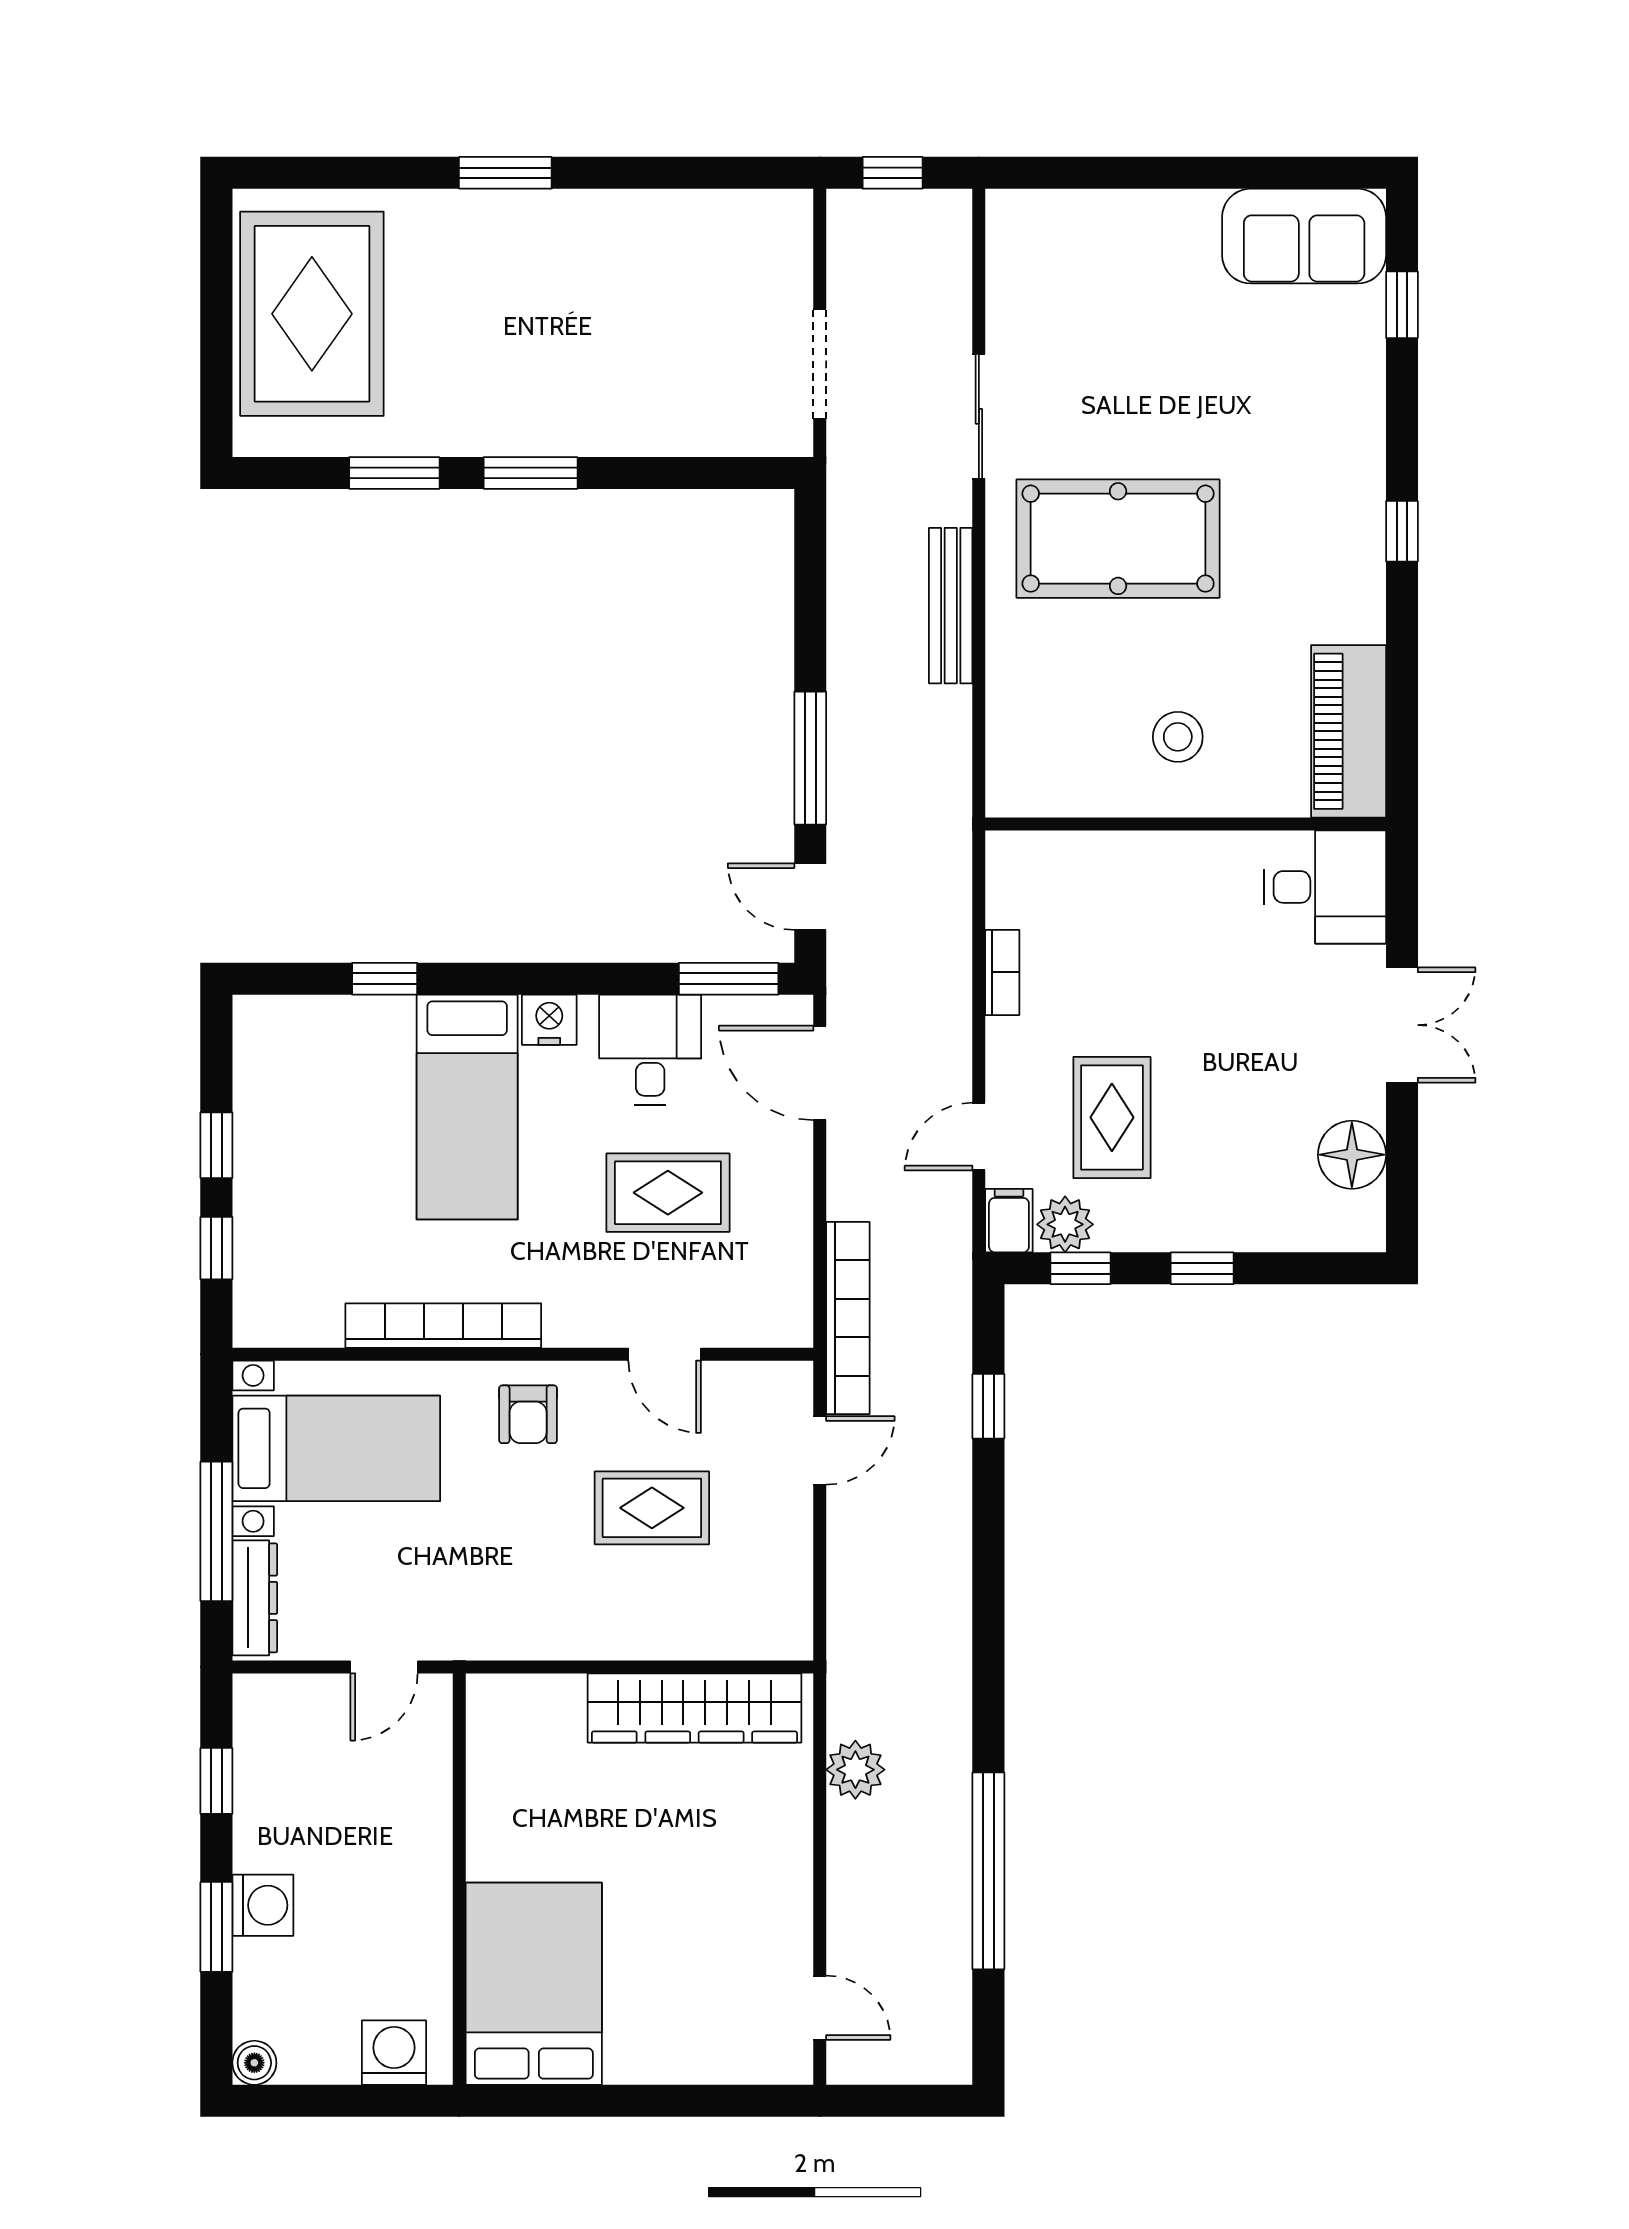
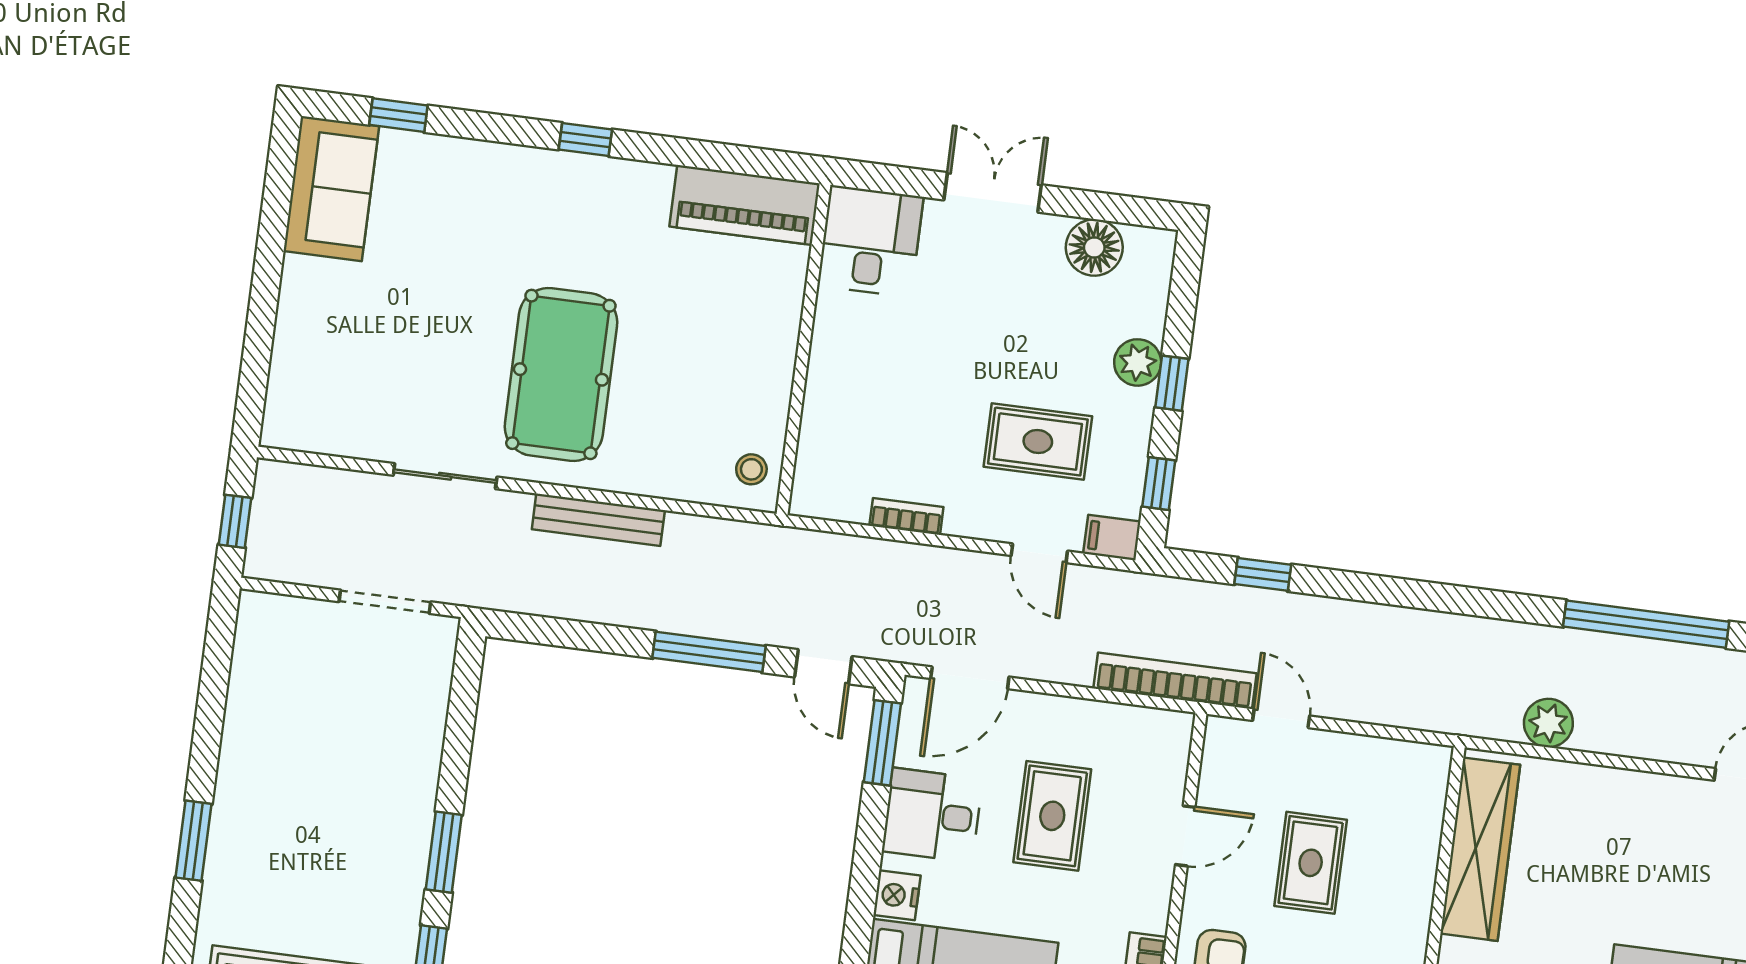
stool: (1178, 737) -> (751, 469), moved, width x0.73, depth x0.73
door: (810, 897) -> (823, 667), hinge flipped
plant: (1065, 1224) -> (1138, 362), moved

